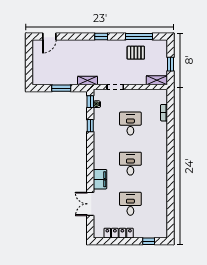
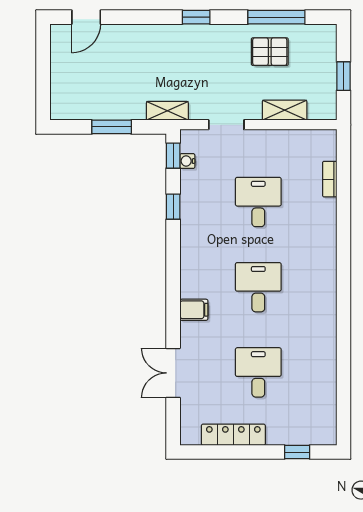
shelving: (157, 80) -> (285, 110), moved
filing cabinet: (100, 179) -> (194, 310), width x0.50

